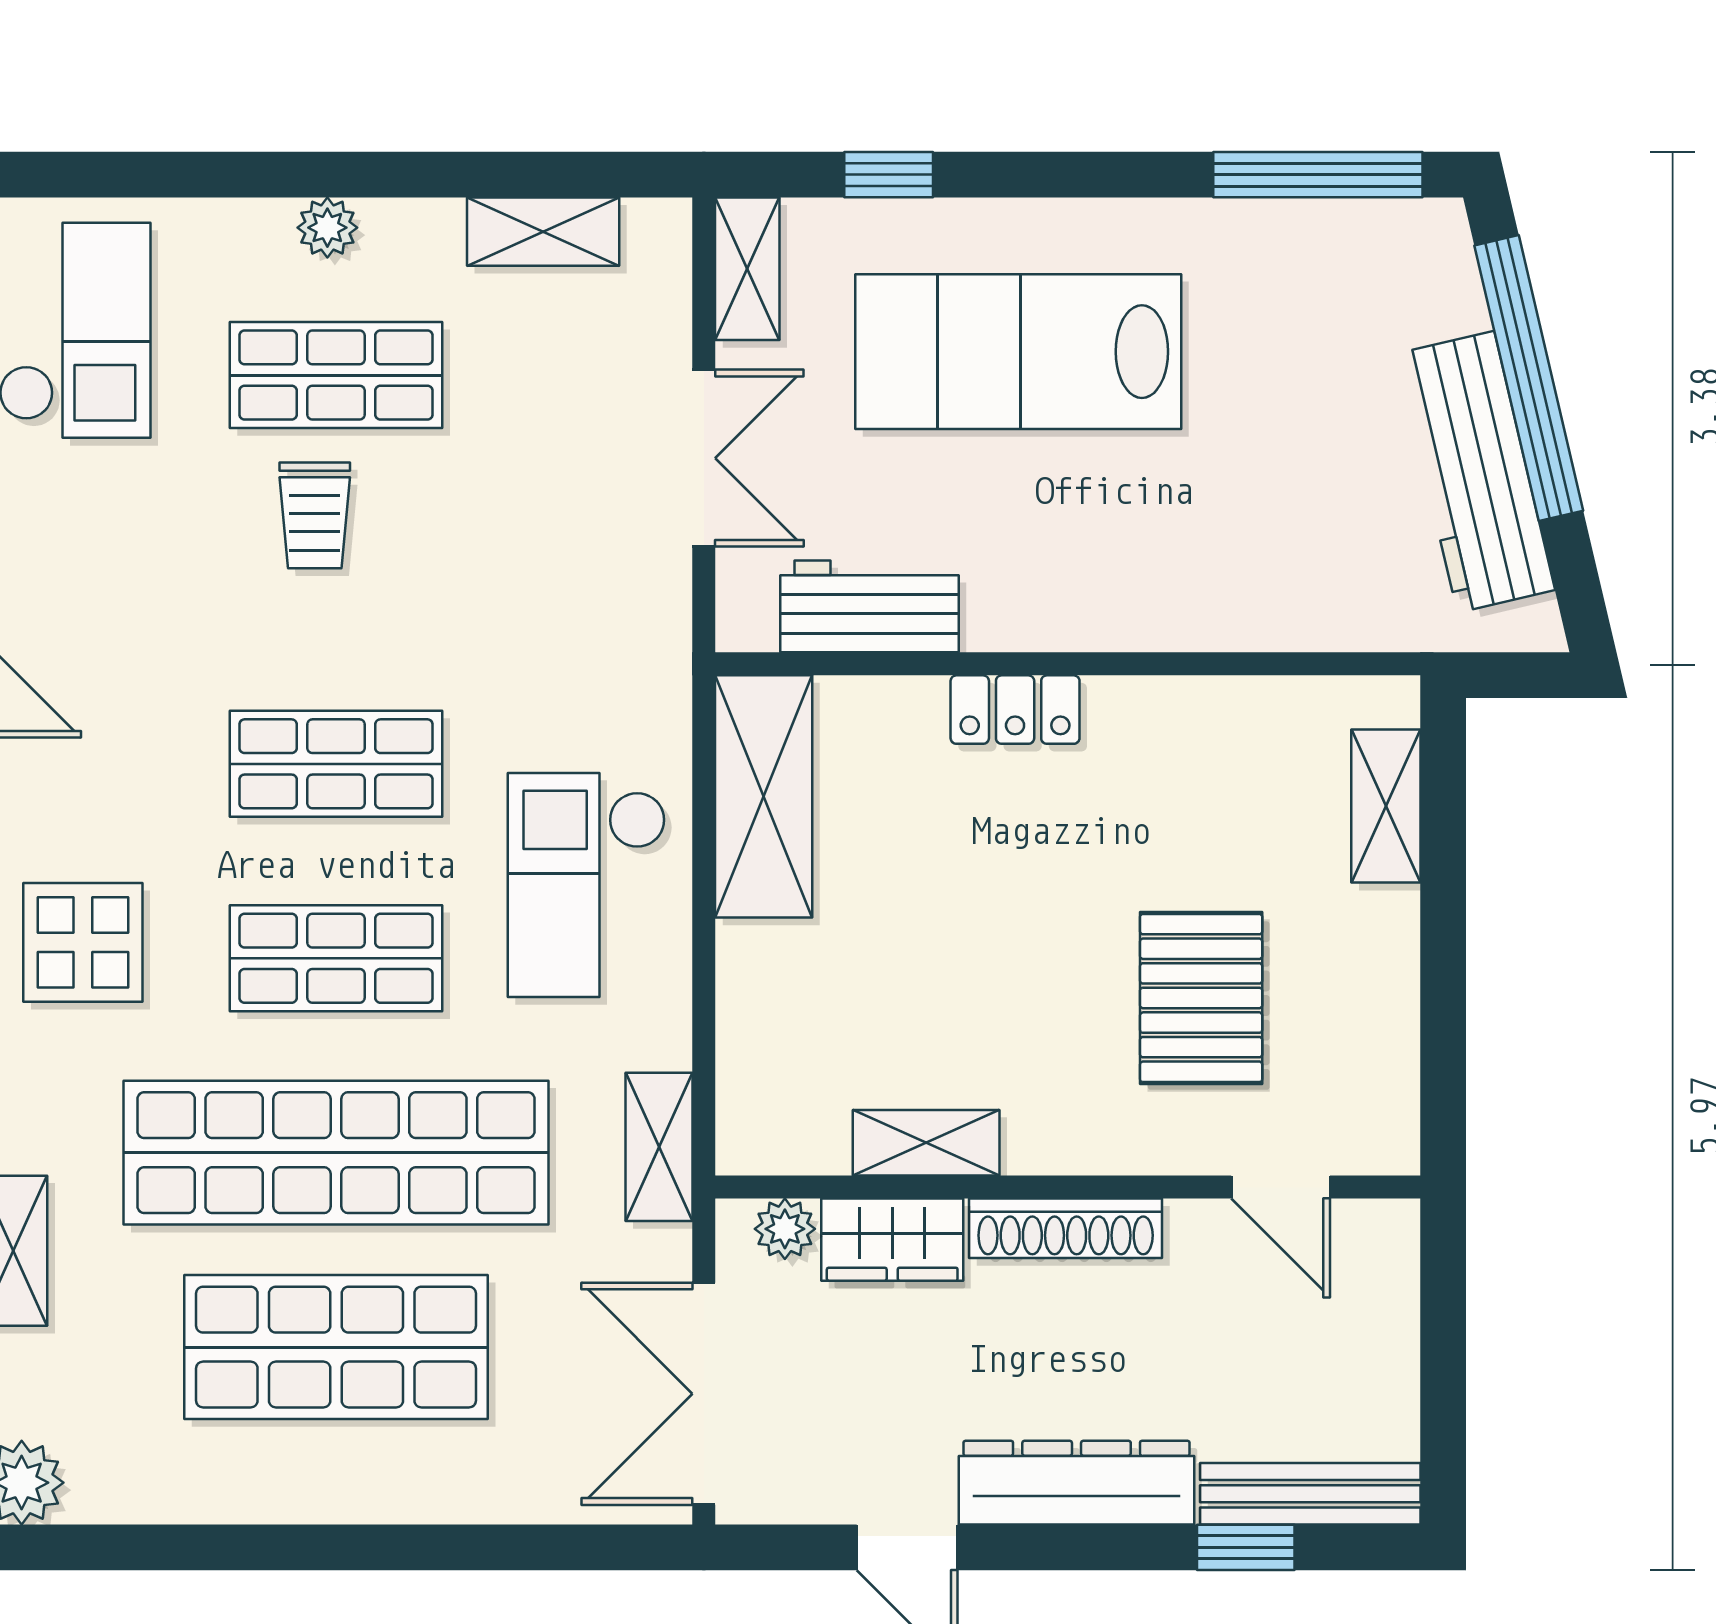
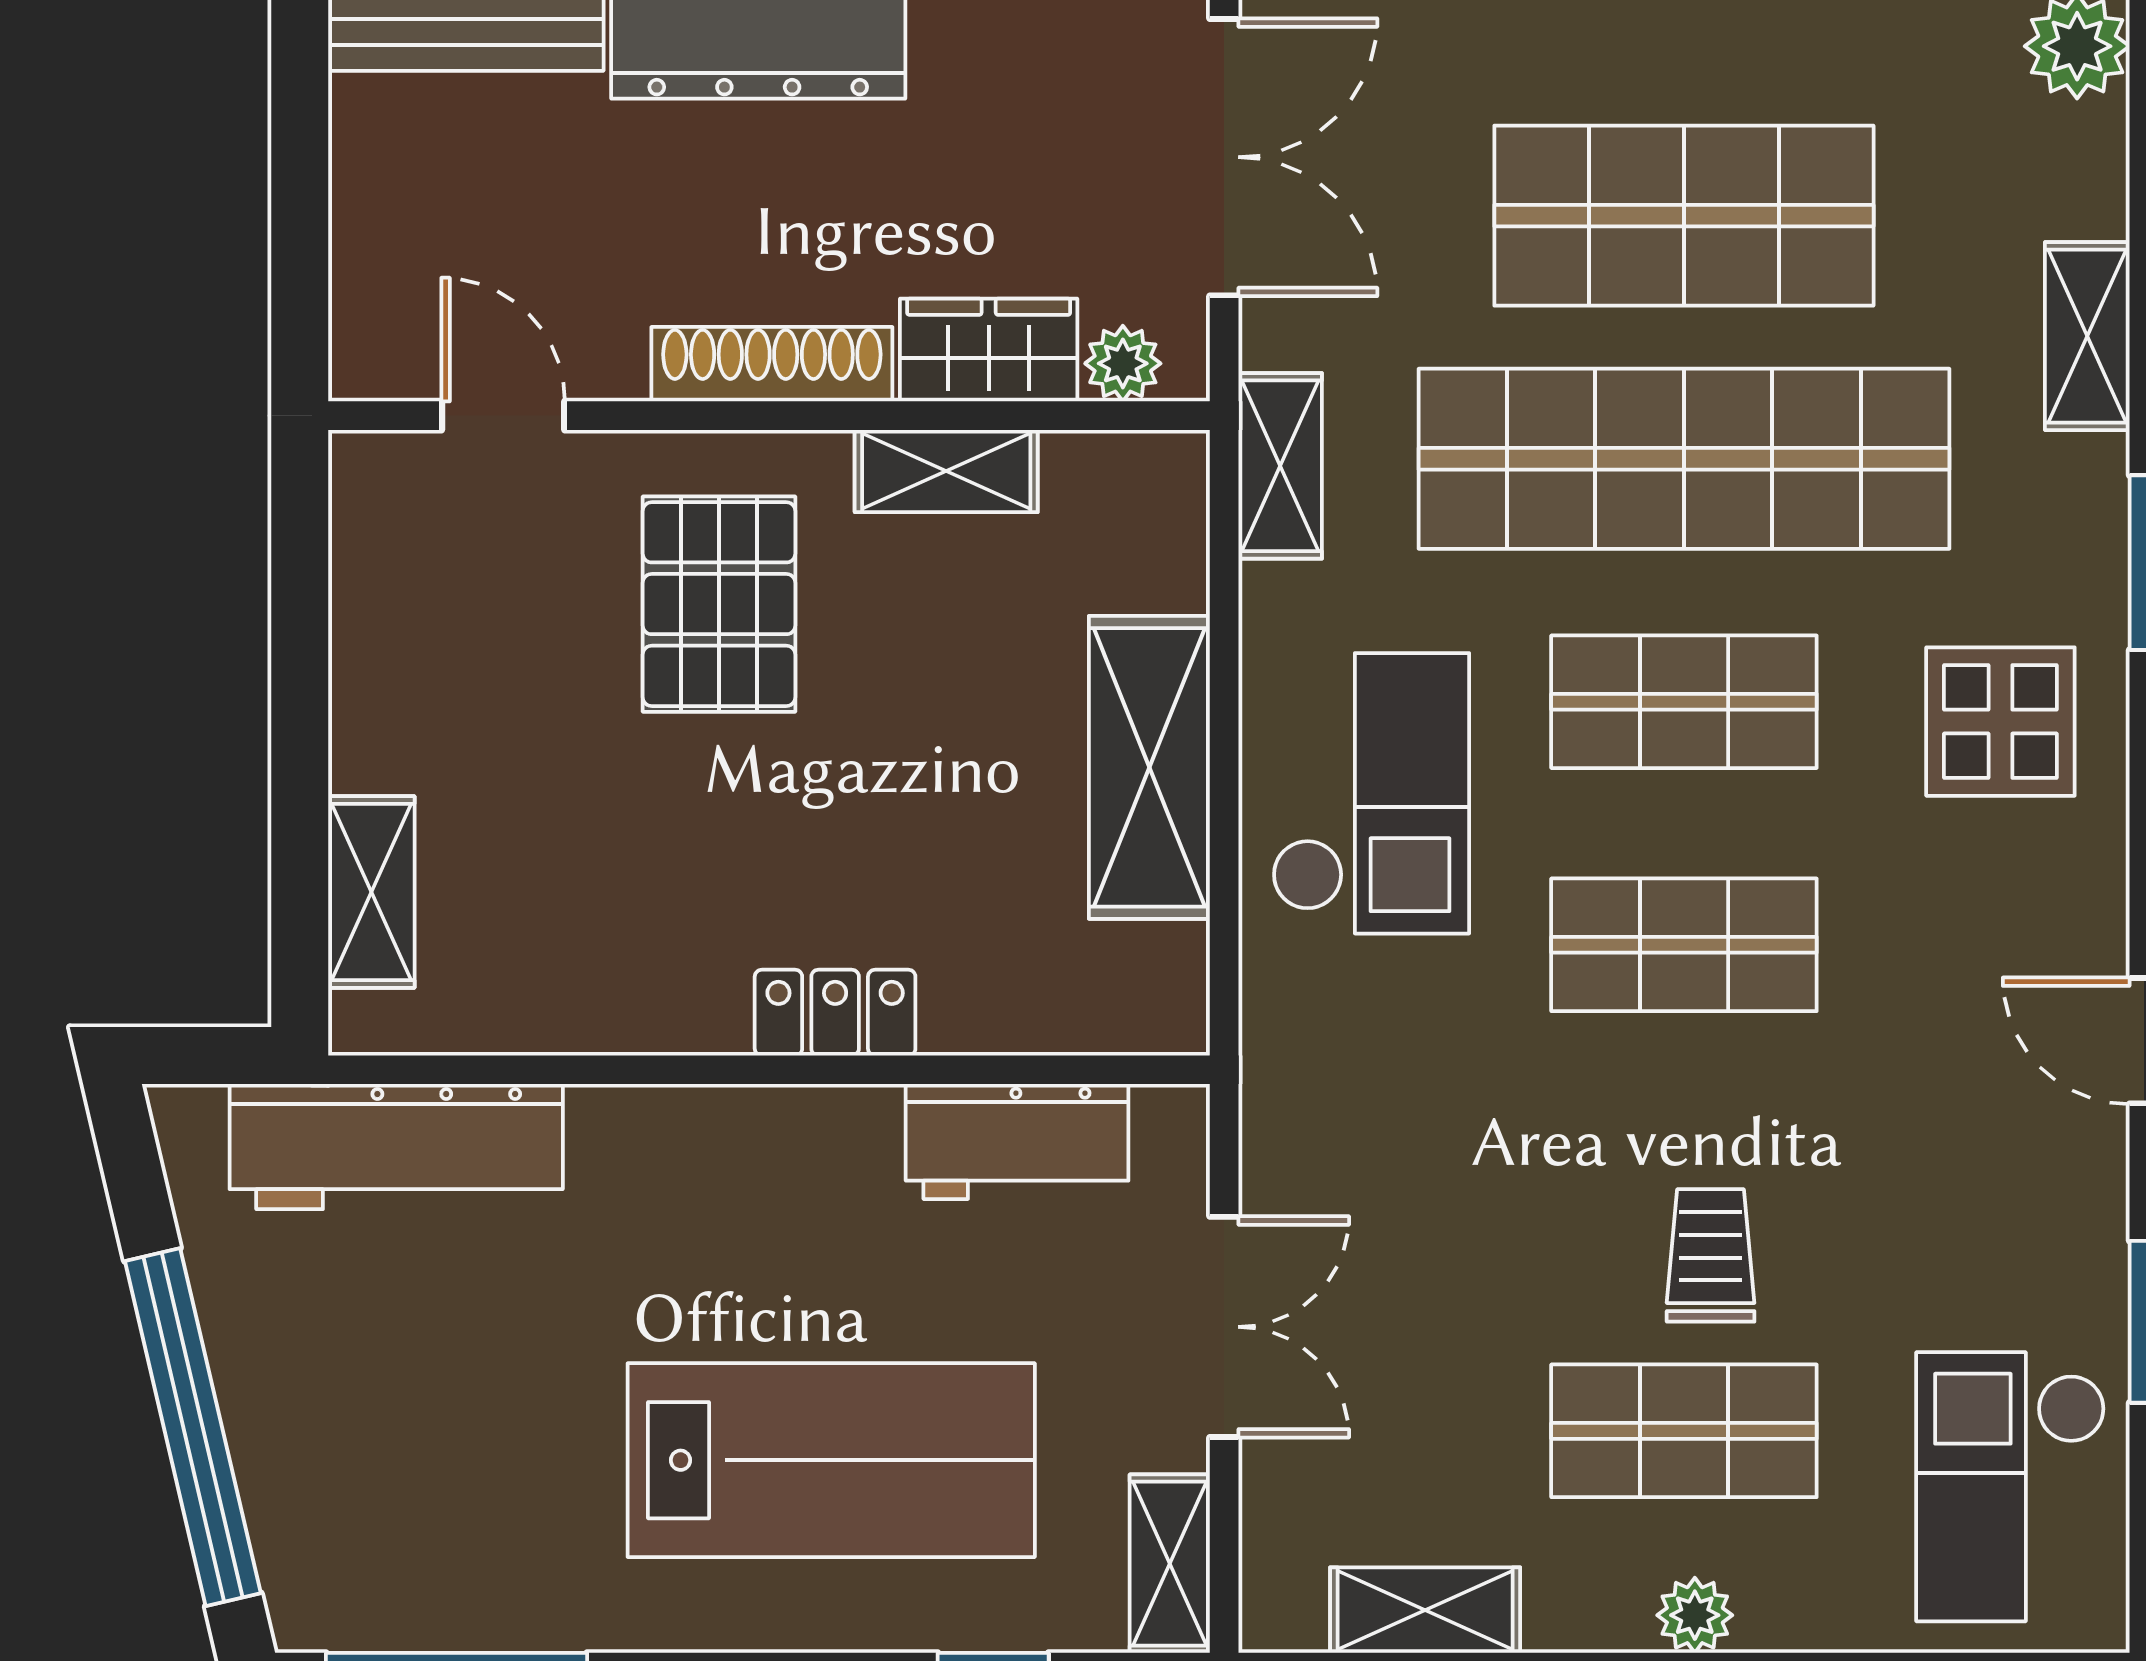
double door: (704, 458) -> (1224, 1327), swing flipped
workbench: (1476, 472) -> (396, 1147), moved, turned 103
shelving: (764, 796) -> (1149, 767), moved
pallet: (1201, 998) -> (719, 604), moved

